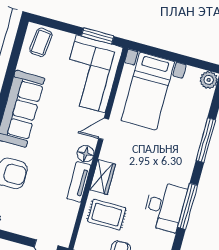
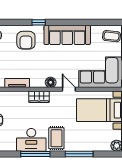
tv unit: (79, 182) -> (17, 83), moved
rug: (107, 215) -> (56, 138), moved

